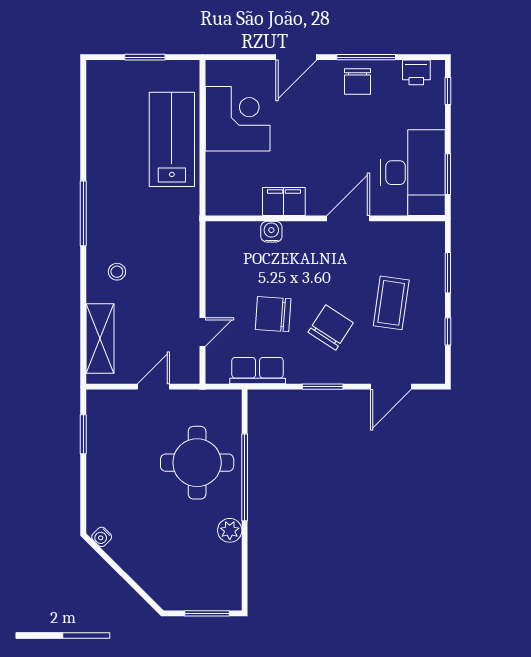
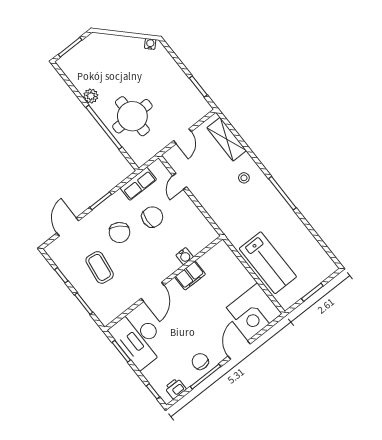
corner desk: (238, 119) -> (254, 311), moved

